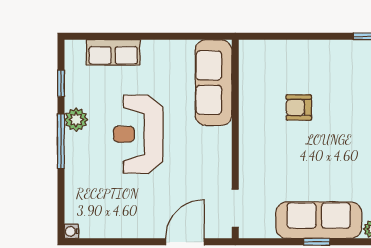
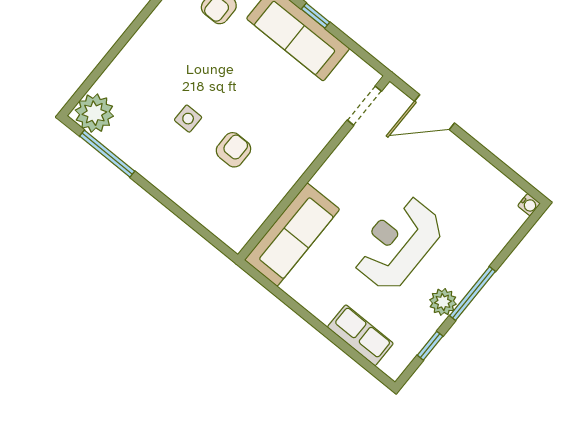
side table: (346, 104) -> (188, 119), added
armchair: (299, 107) -> (233, 150), turned -90
reception desk: (138, 134) -> (398, 243), turned 180

